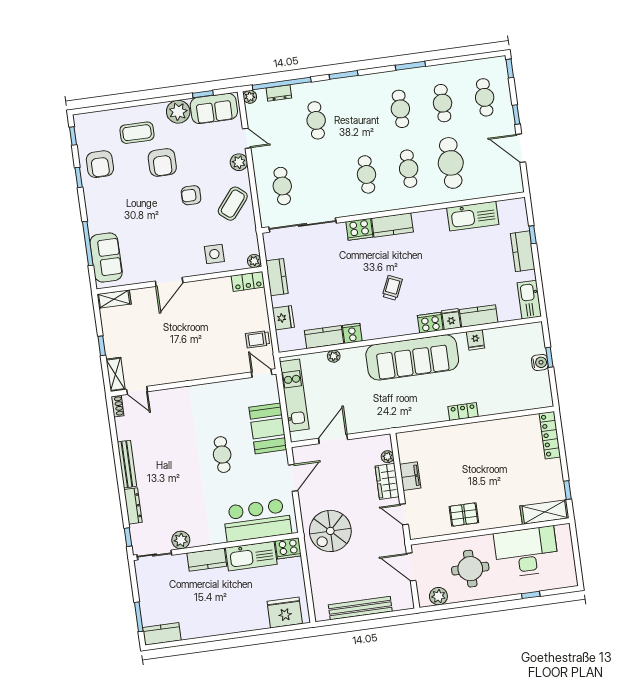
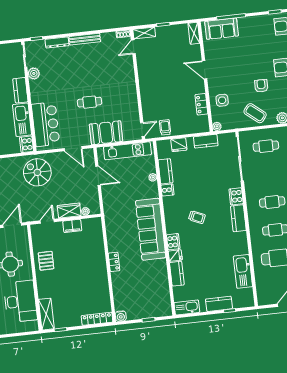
locker: (248, 281) -> (201, 104), moved
fridge: (476, 340) -> (161, 271), removed
water cooler: (540, 362) -> (121, 316), moved

